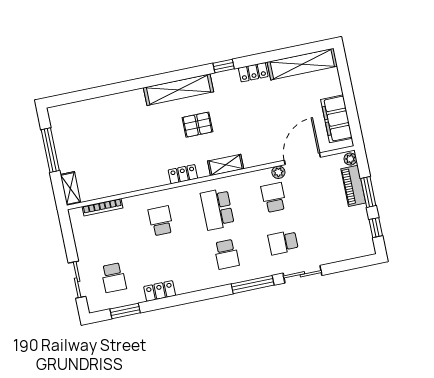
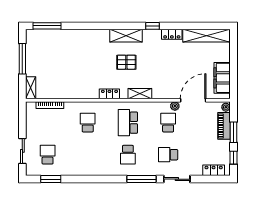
shelving: (179, 90) -> (126, 36), width x0.68
window: (75, 97) -> (47, 26), added
school desk: (114, 278) -> (48, 155), turned 180
locker: (160, 291) -> (214, 170), moved

